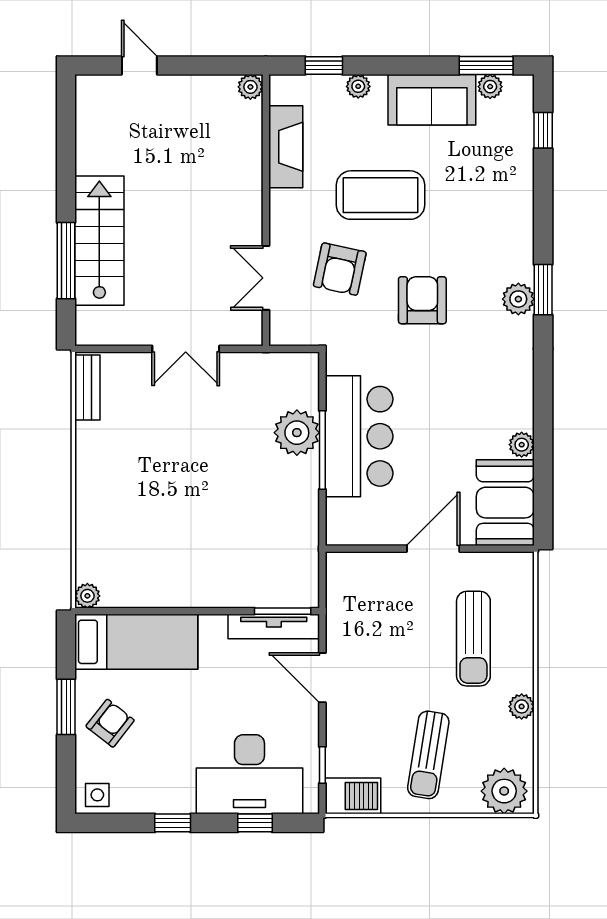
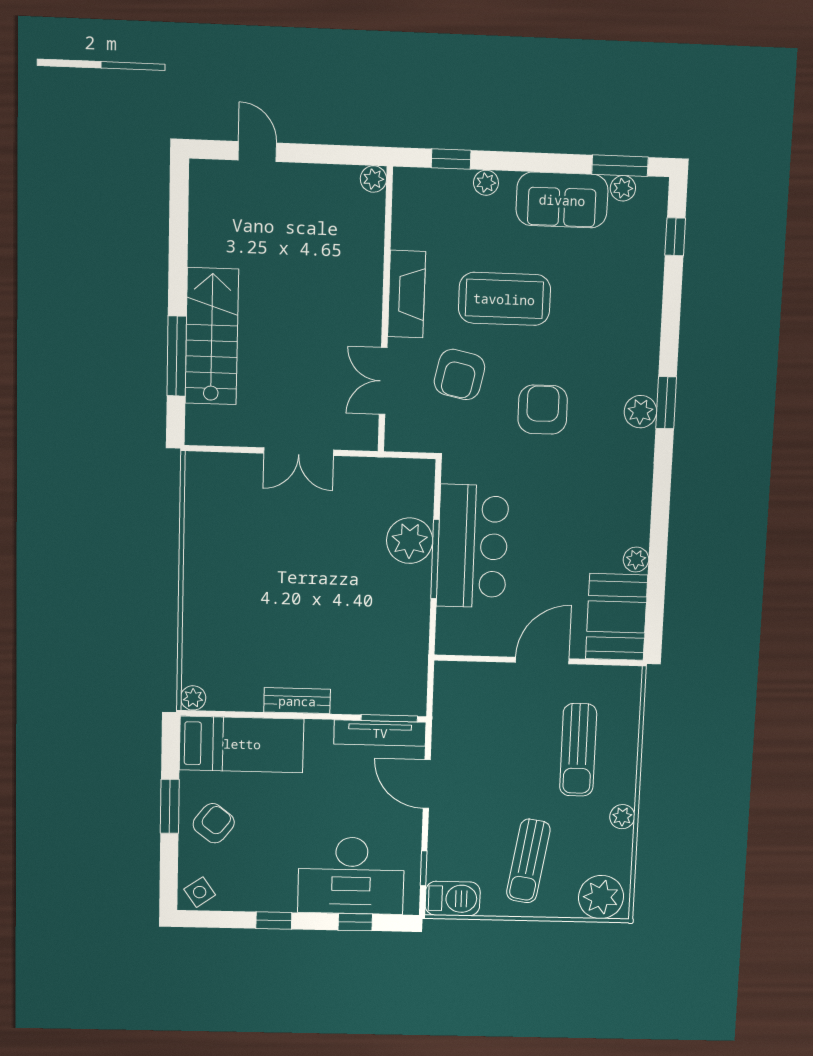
fireplace: (286, 147) -> (407, 294), moved
bench: (87, 387) -> (297, 701), moved, turned 90
side table: (97, 795) -> (200, 892), turned -35

